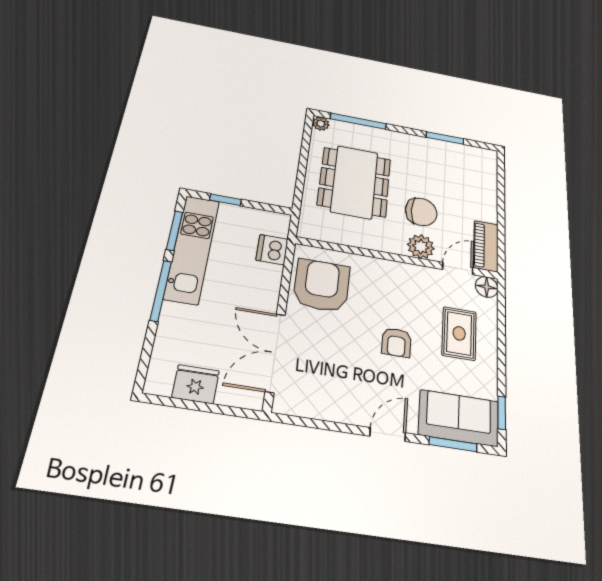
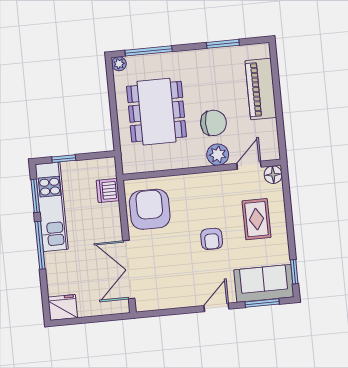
piano: (486, 246) -> (261, 89), moved, width x1.37, depth x1.33
fridge: (196, 384) -> (63, 307), moved

